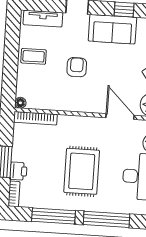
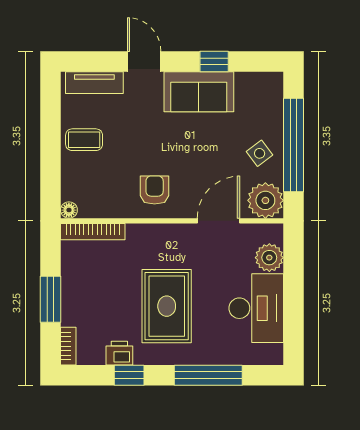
armchair: (77, 67) -> (155, 190), moved
door: (120, 117) -> (219, 221), hinge flipped
printer: (18, 171) -> (119, 353), moved, turned -90
window: (54, 216) -> (129, 375), width x0.46

